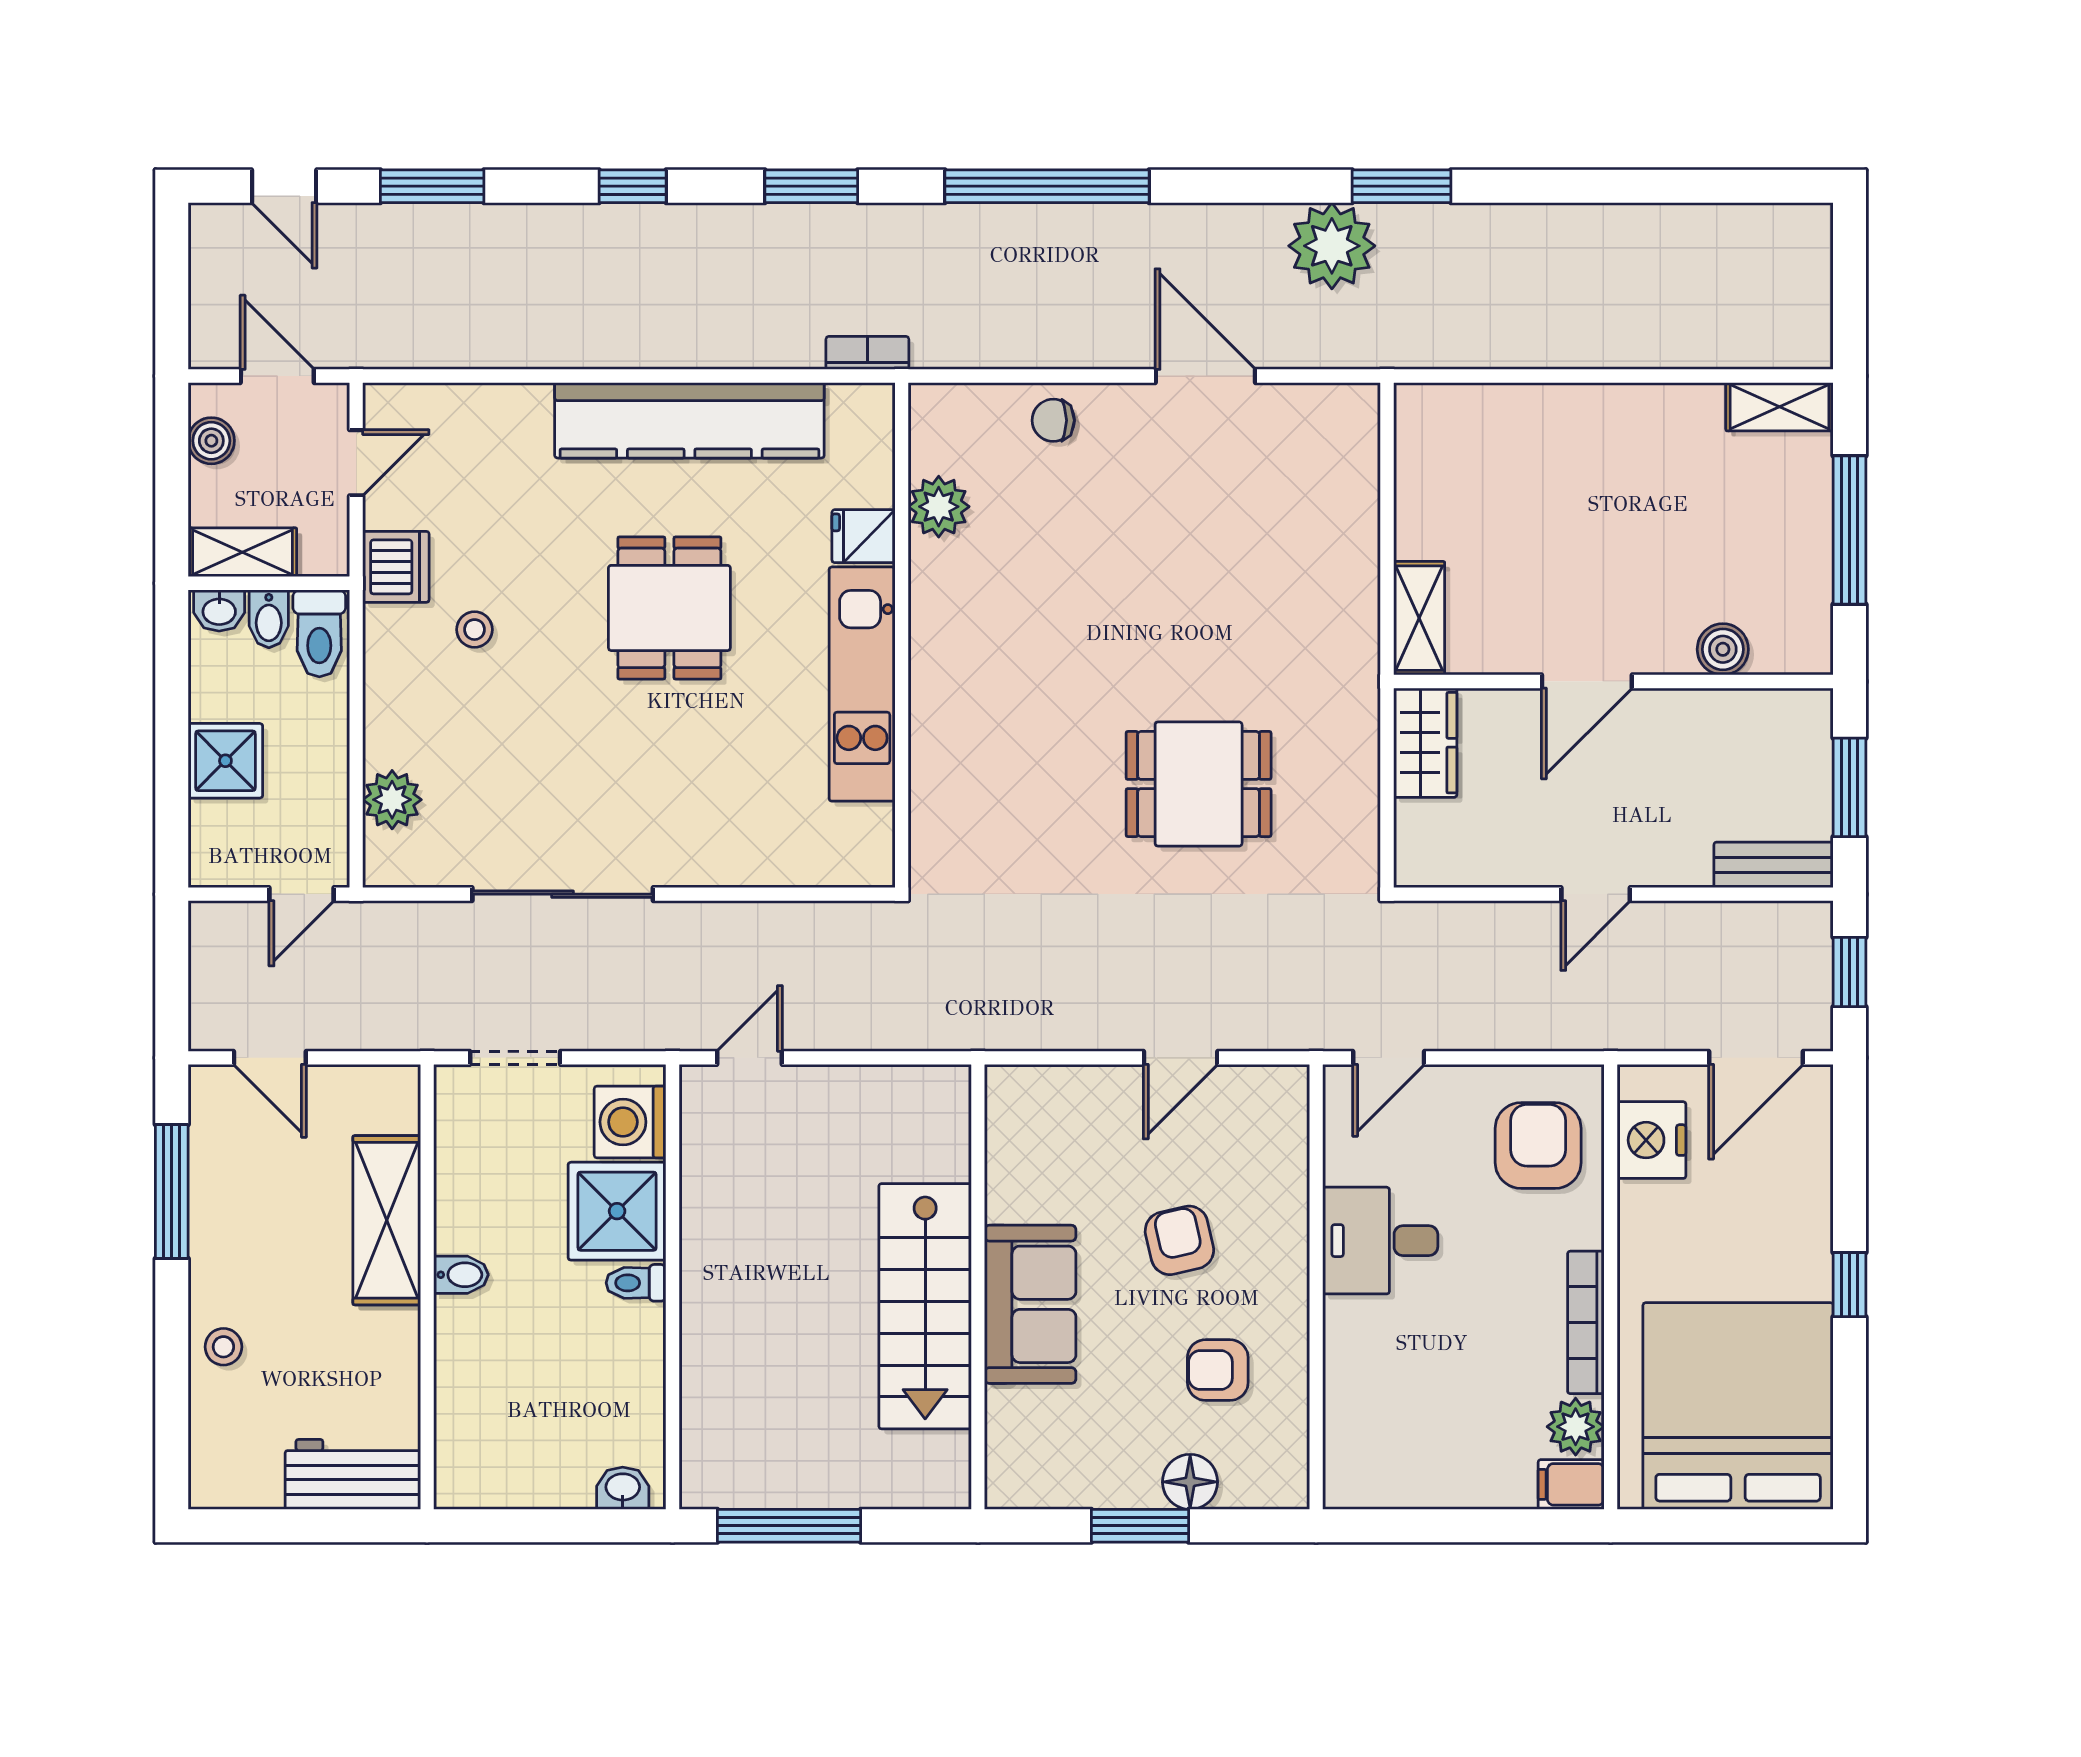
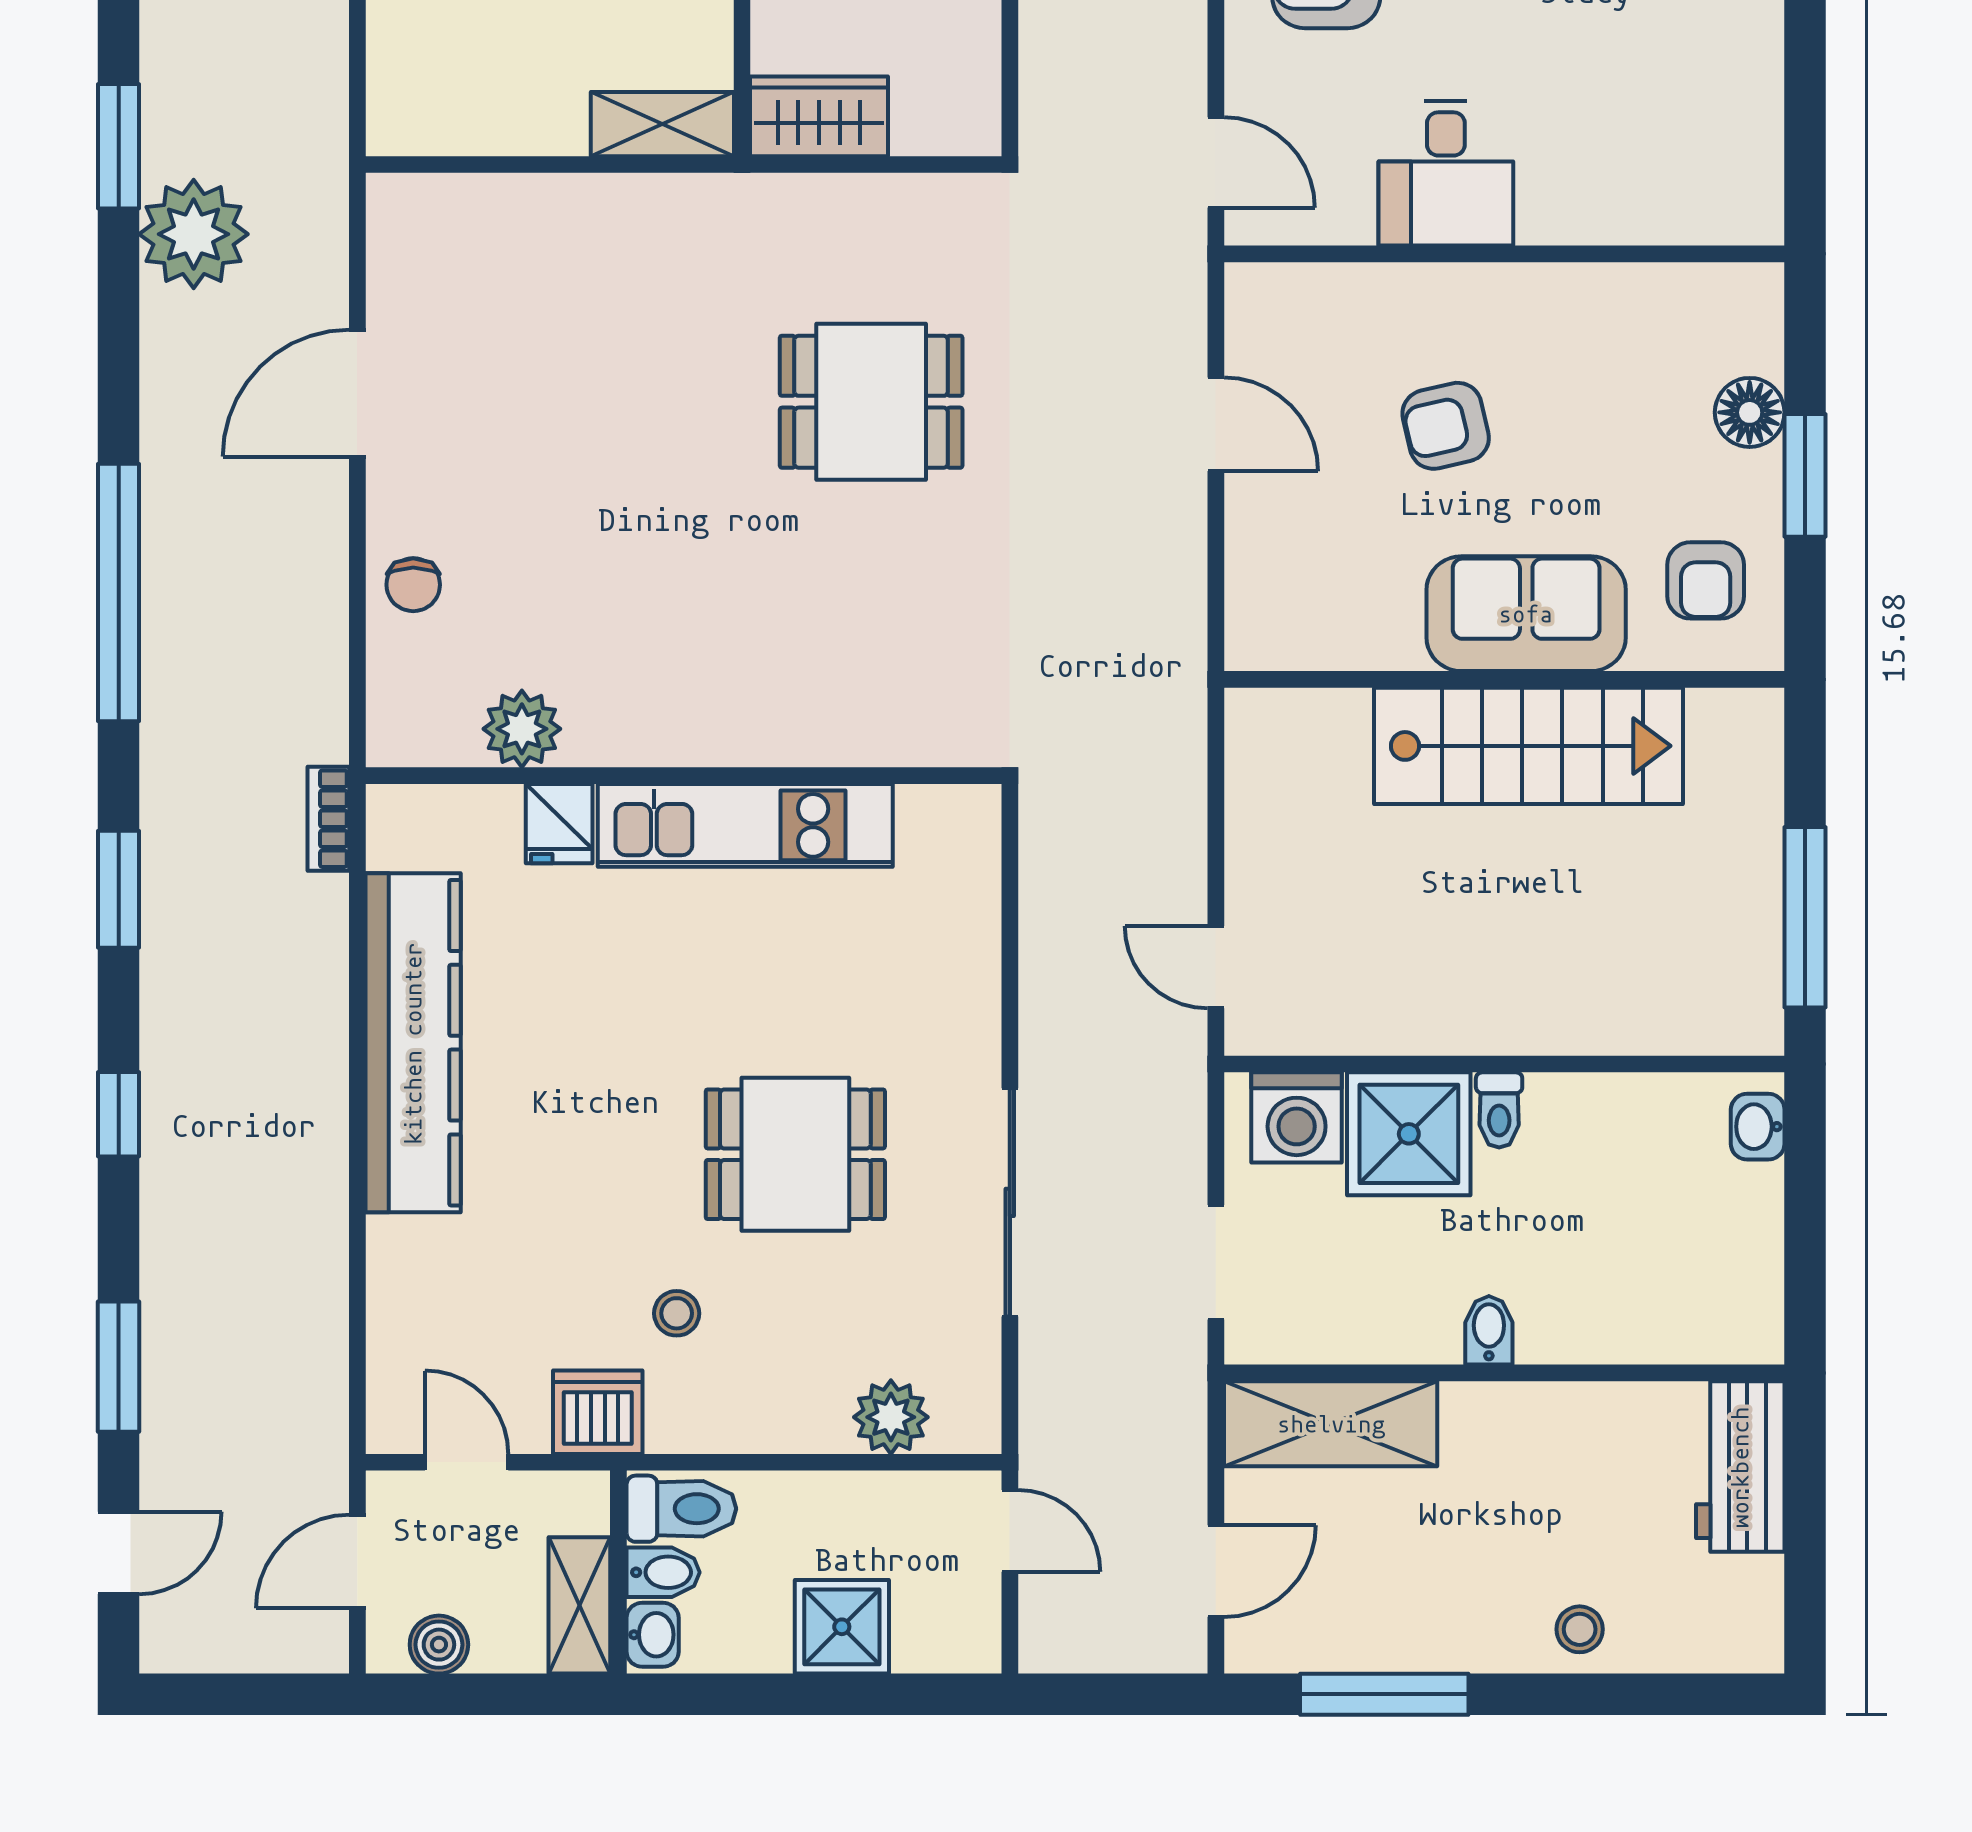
dining table: (669, 608) -> (795, 1154), moved
dining table: (1199, 784) -> (871, 402), turned 90
shelving: (387, 1220) -> (1331, 1424), moved
armchair: (1218, 1370) -> (1706, 580), moved

